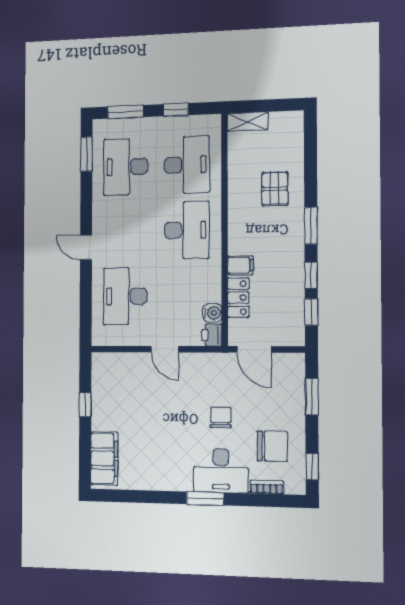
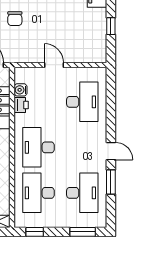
window: (176, 110) -> (35, 232), moved
window: (87, 154) -> (111, 182), moved
door: (86, 247) -> (111, 151), moved
printer: (212, 335) -> (21, 105), moved

